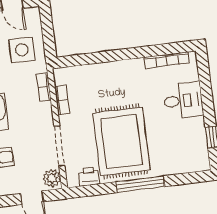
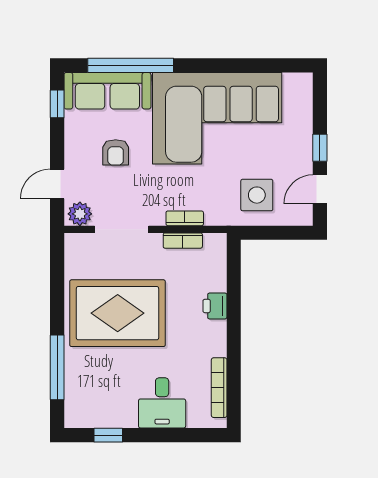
bookcase: (44, 87) -> (185, 218), moved
printer: (89, 177) -> (215, 306), moved, turned 180
window: (140, 184) -> (57, 367), moved

